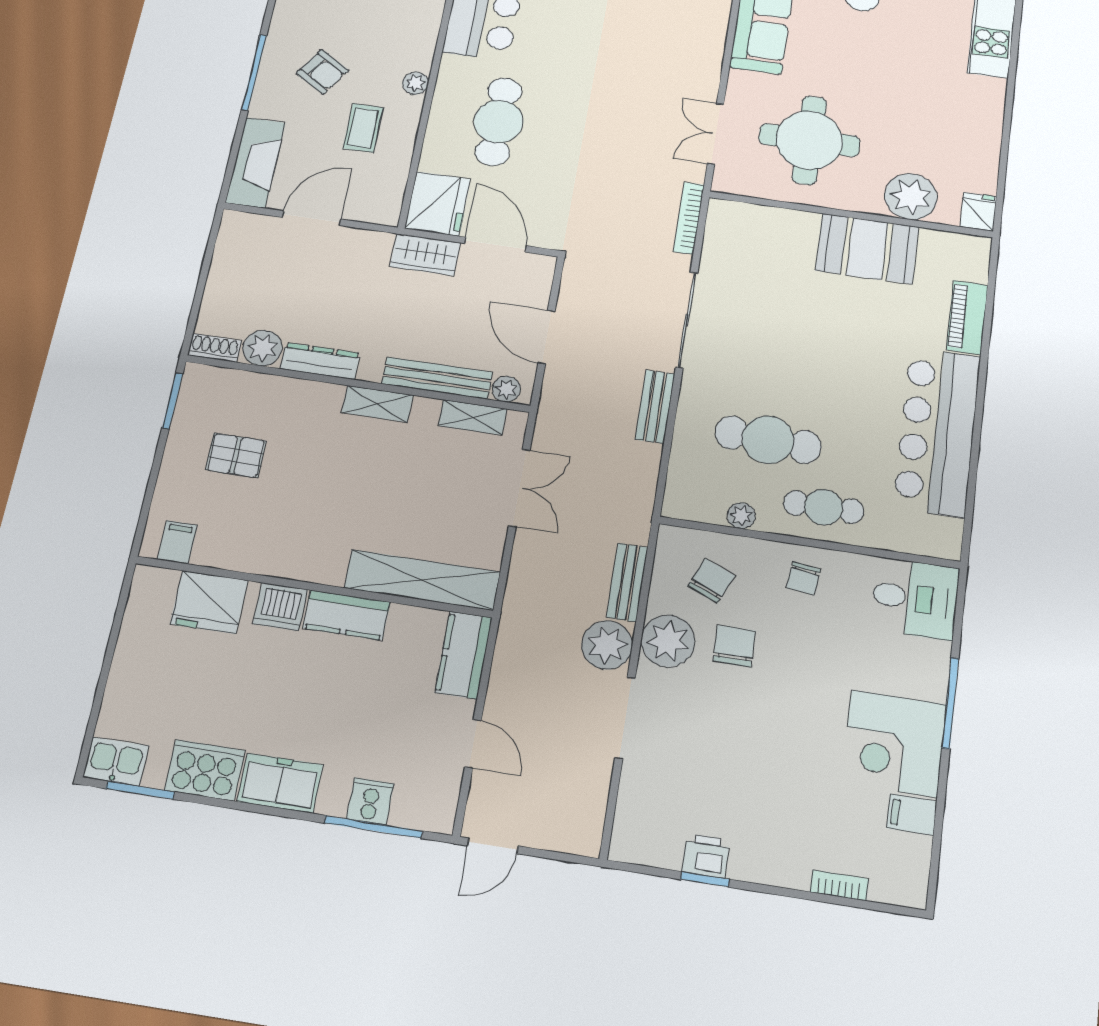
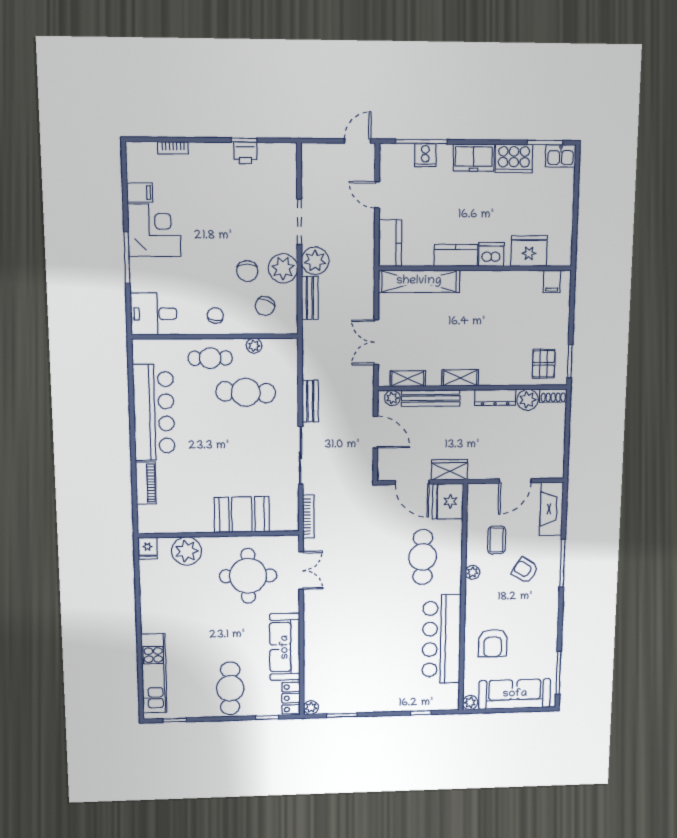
booth: (867, 249) -> (242, 514), moved
pallet: (236, 455) -> (544, 364), moved, turned 90

